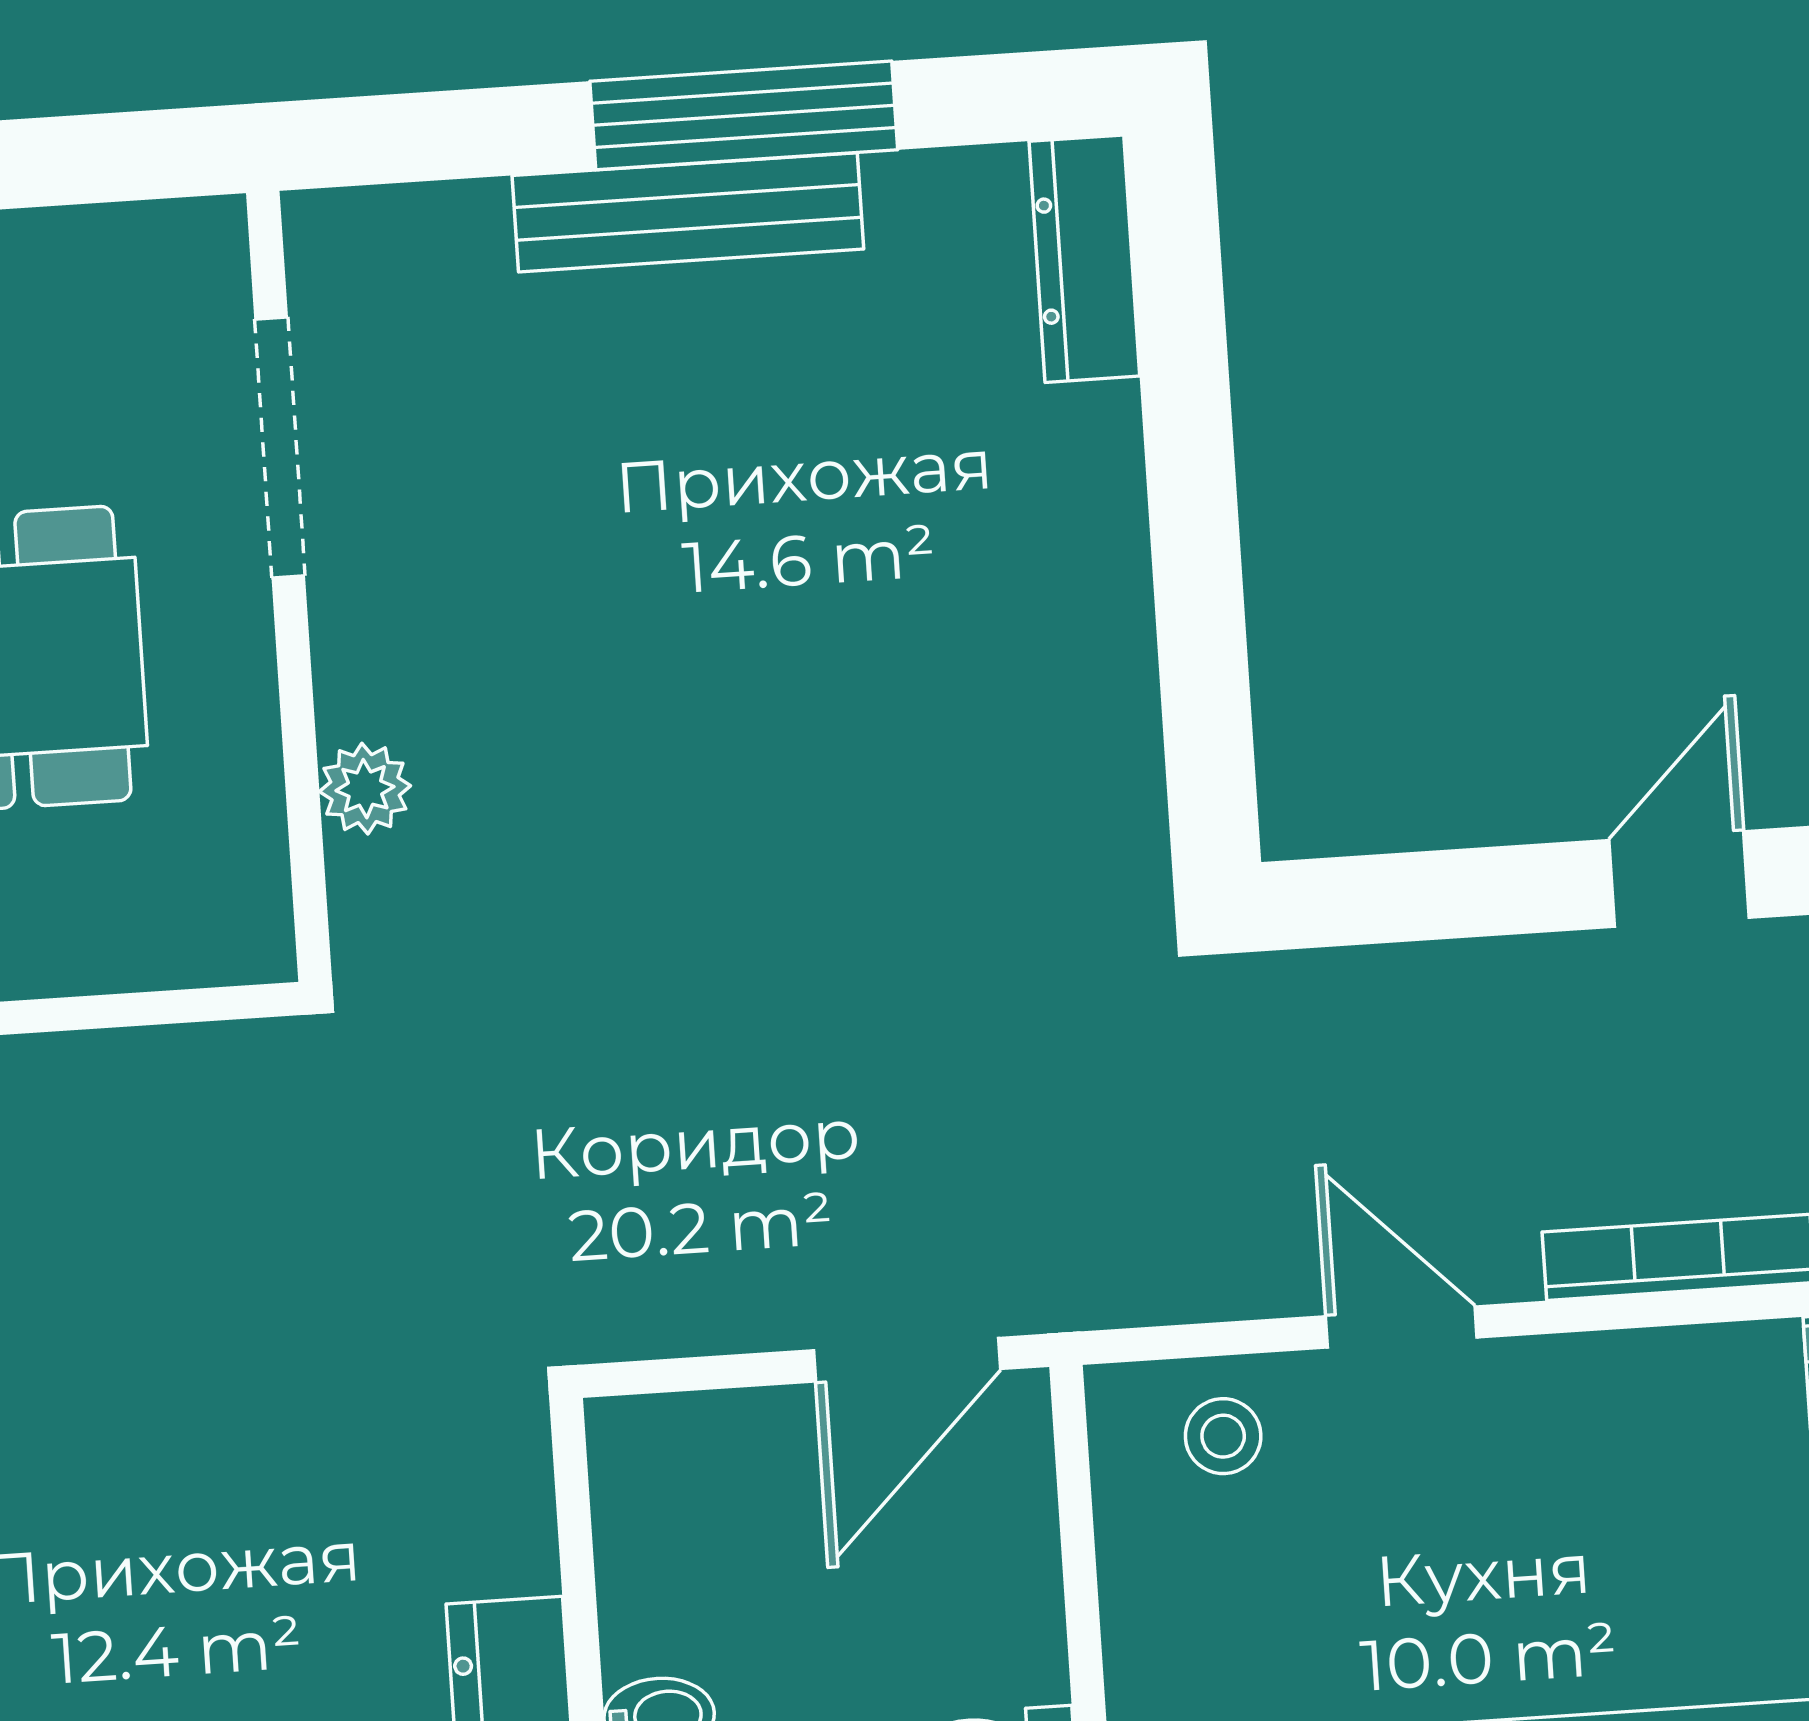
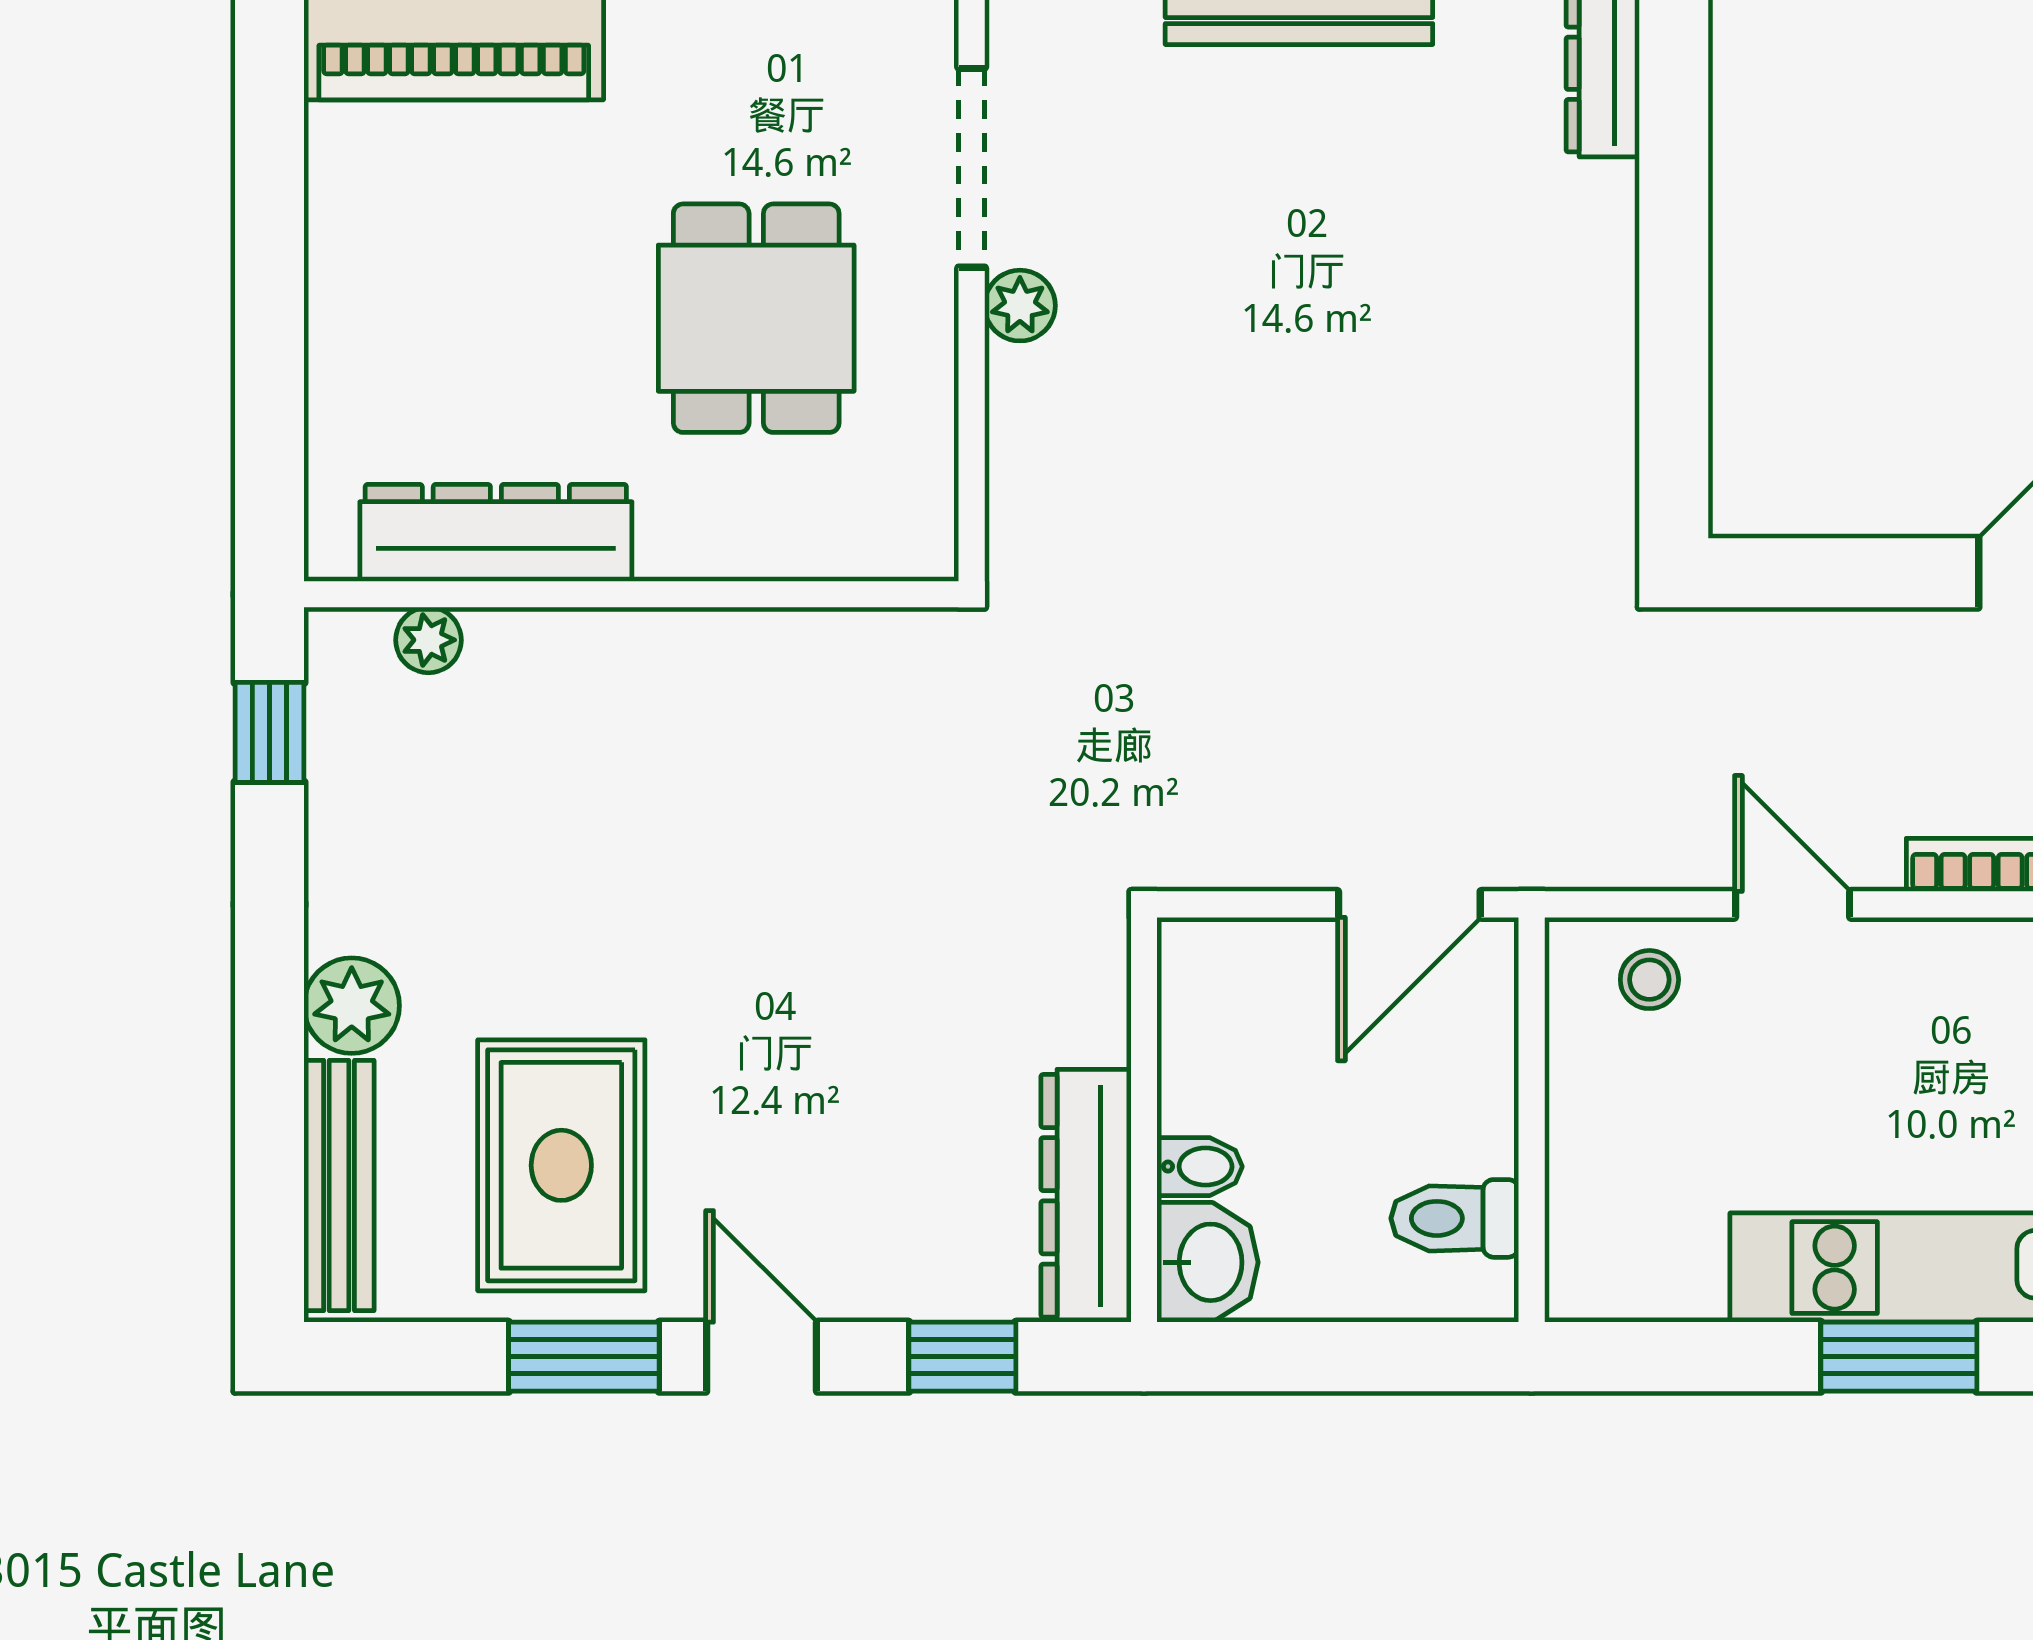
plant: (365, 789) -> (1020, 306), moved

